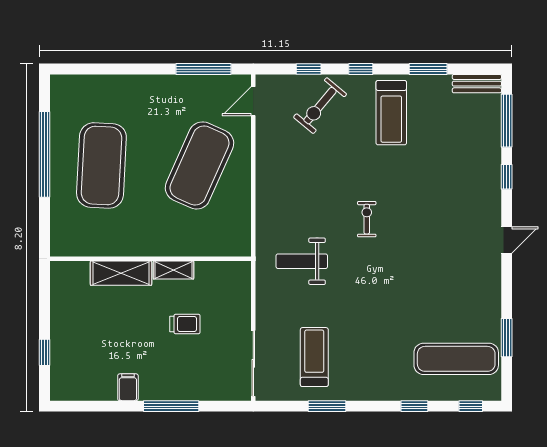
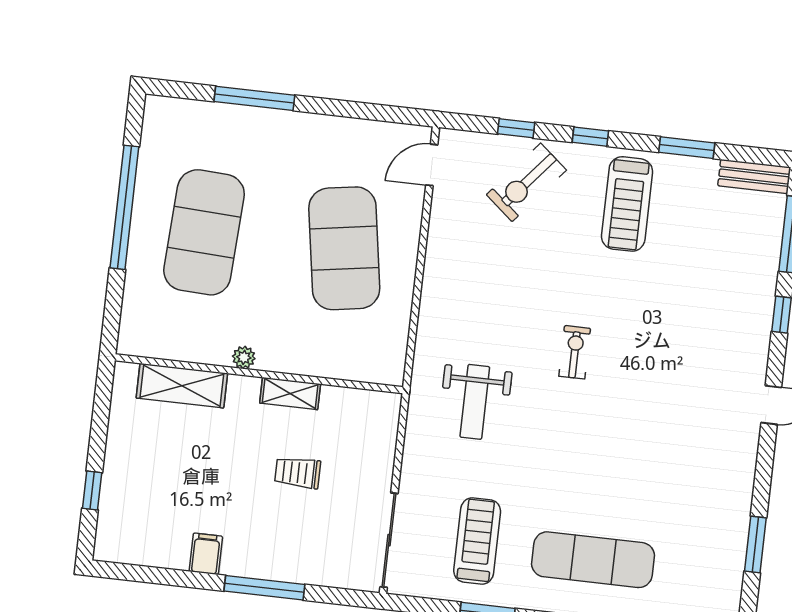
window: (204, 69) -> (254, 98), moved
exercise mat: (199, 165) -> (344, 248), turned -33
plant: (139, 249) -> (244, 357), added
weight bench: (302, 261) -> (475, 402), turned -90
shelving: (121, 273) -> (182, 386), moved
trolley: (185, 324) -> (298, 473), turned 180
exercise mat: (456, 359) -> (593, 560), moved

